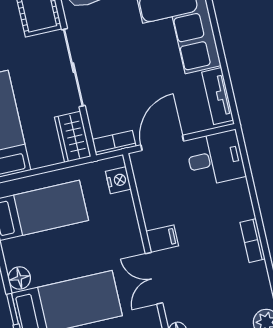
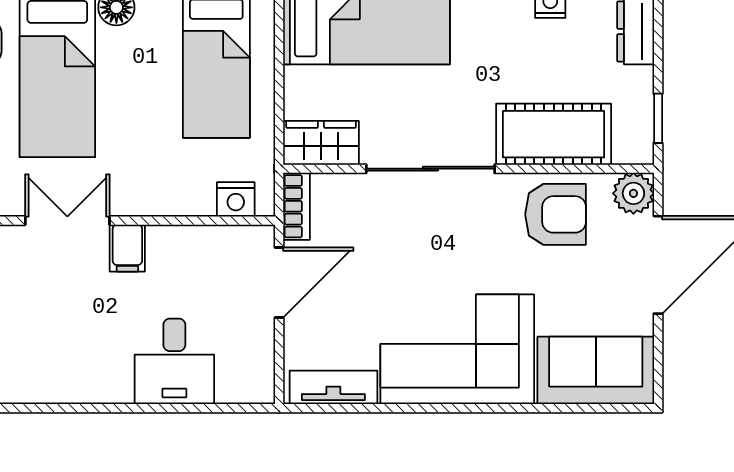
door: (162, 143) -> (279, 283), hinge flipped
desk: (215, 158) -> (174, 361), moved
bookcase: (253, 241) -> (91, 391), removed

